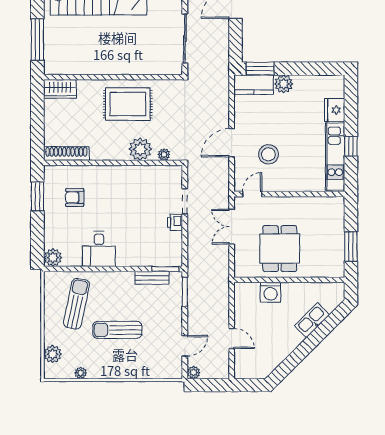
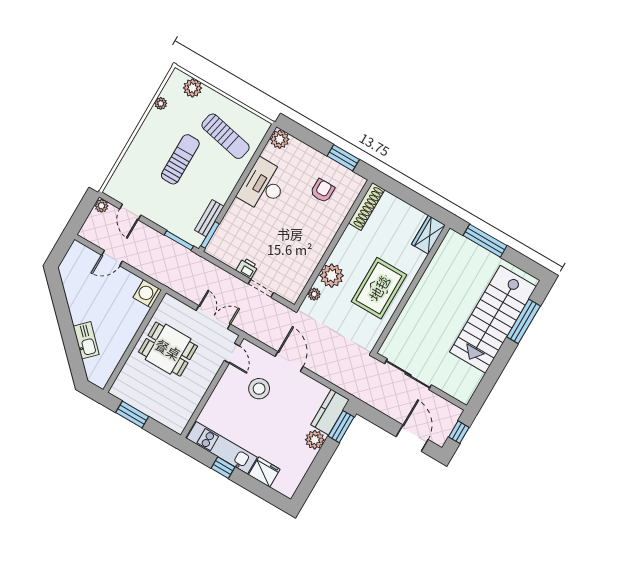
desk: (99, 249) -> (263, 185), width x1.37
washing machine: (271, 292) -> (147, 294), moved

